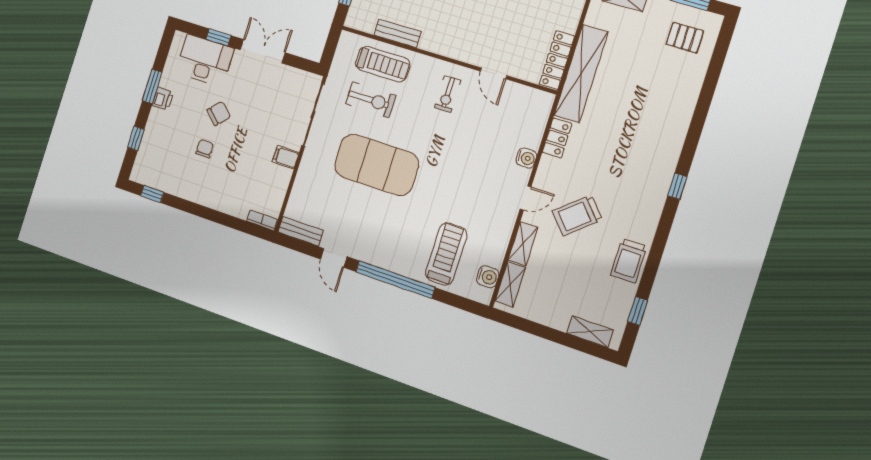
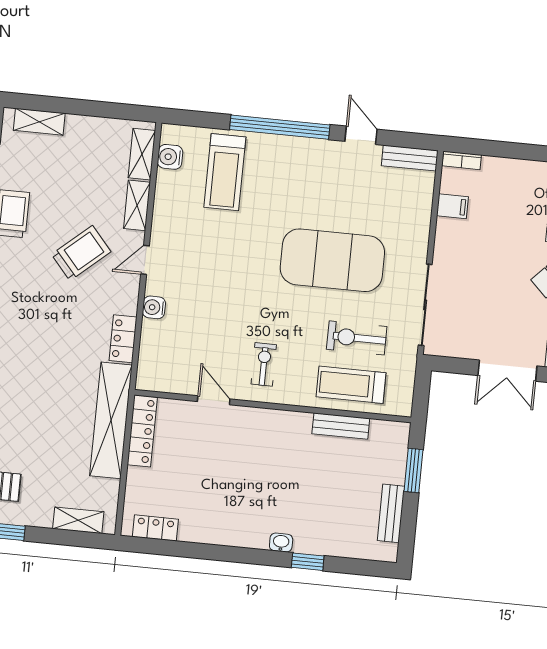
filing cabinet: (286, 157) -> (452, 206), moved

